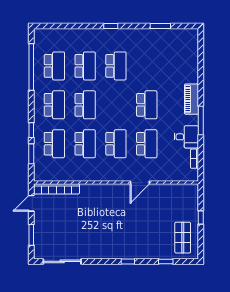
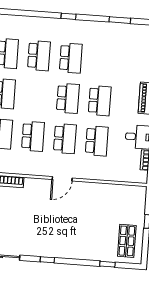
school desk: (85, 105) -> (68, 98), moved
door: (140, 183) -> (62, 179), moved
window: (128, 261) -> (47, 260), moved

